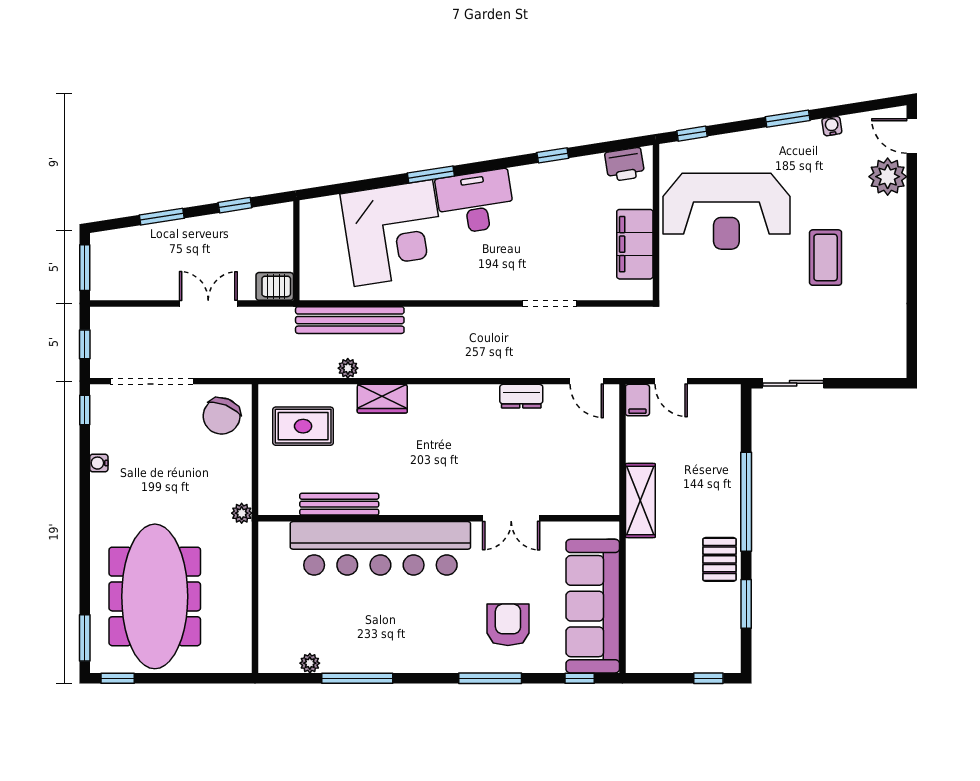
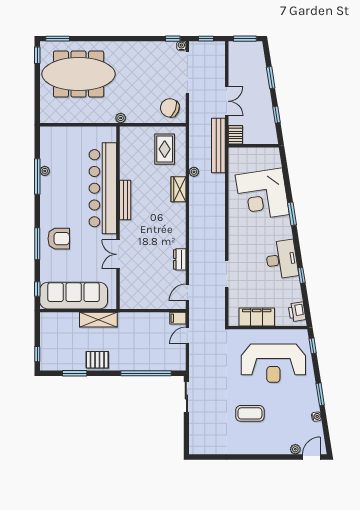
plant: (888, 177) -> (295, 449), width x0.53, depth x0.53
desk: (475, 202) -> (282, 259), moved
reception desk: (726, 211) -> (273, 363), turned -90
bench: (350, 320) -> (218, 145), moved
water cooler: (99, 463) -> (181, 46), moved
shelving: (640, 501) -> (98, 320), moved
window: (746, 502) -> (146, 373), moved
bench: (339, 504) -> (125, 200), moved
armchair: (508, 625) -> (59, 239), moved
plant: (310, 663) -> (45, 171), moved

